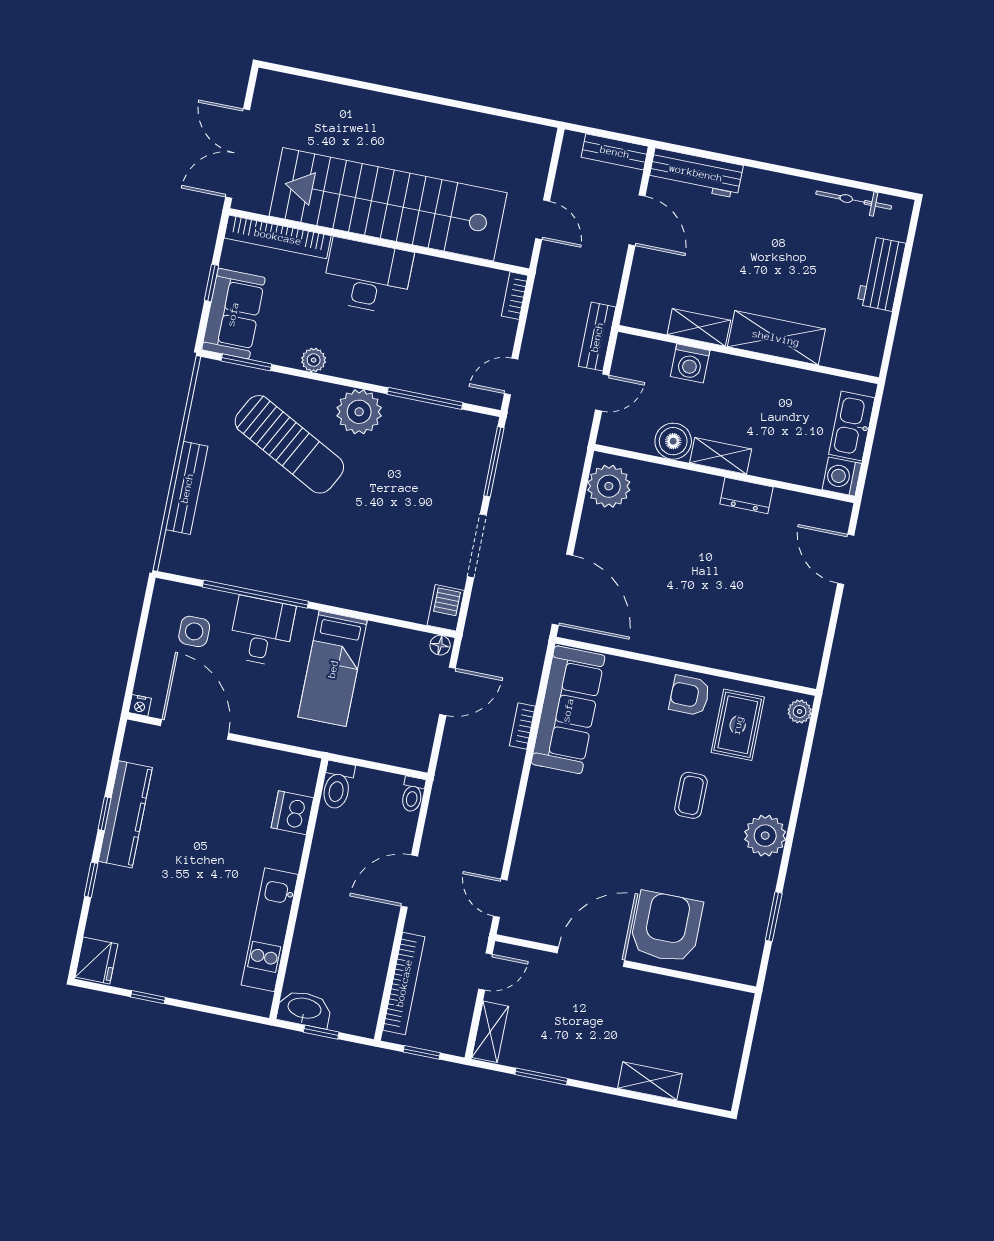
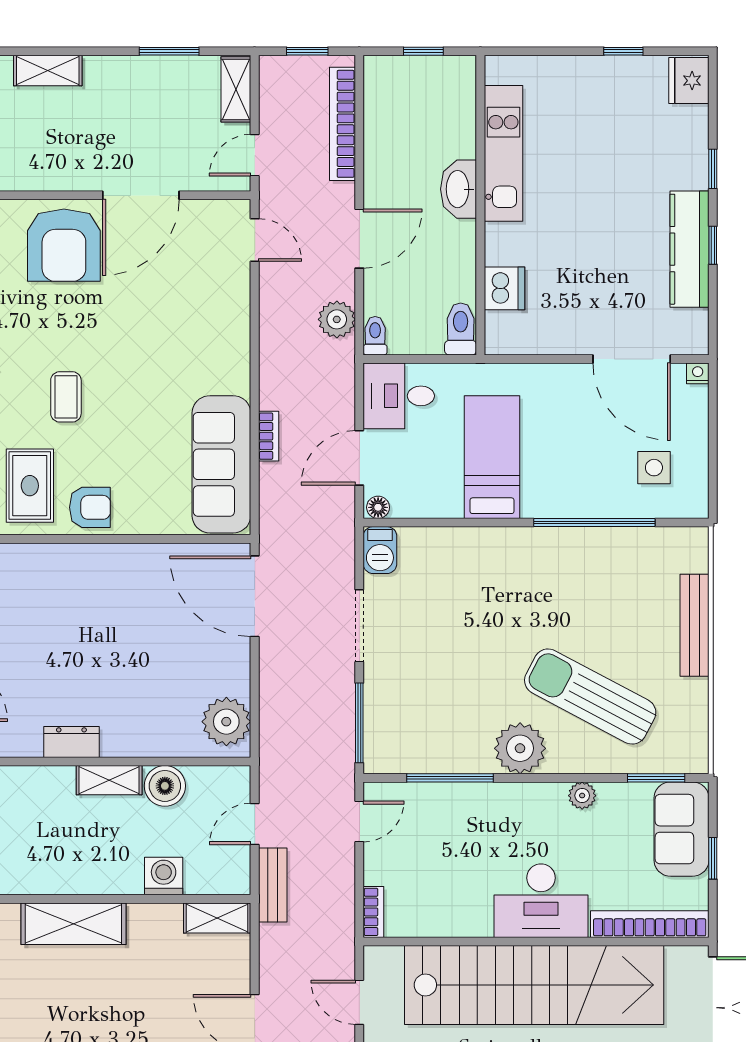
shelving: (699, 327) -> (217, 918), moved
desk: (262, 631) -> (399, 396), moved, turned 90
plant: (443, 815) -> (337, 319), added
washbasin: (304, 1009) -> (459, 189), moved, turned 90

